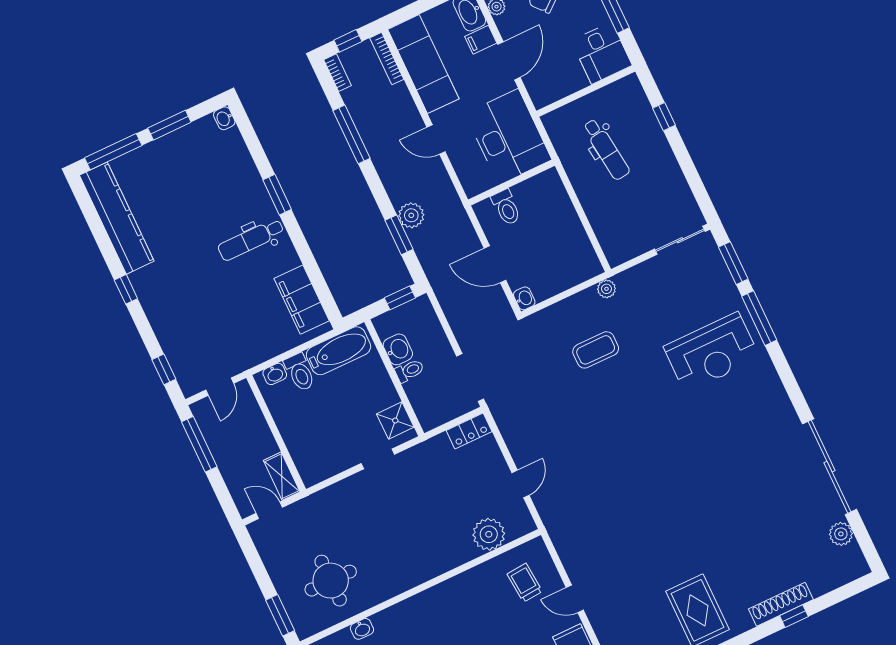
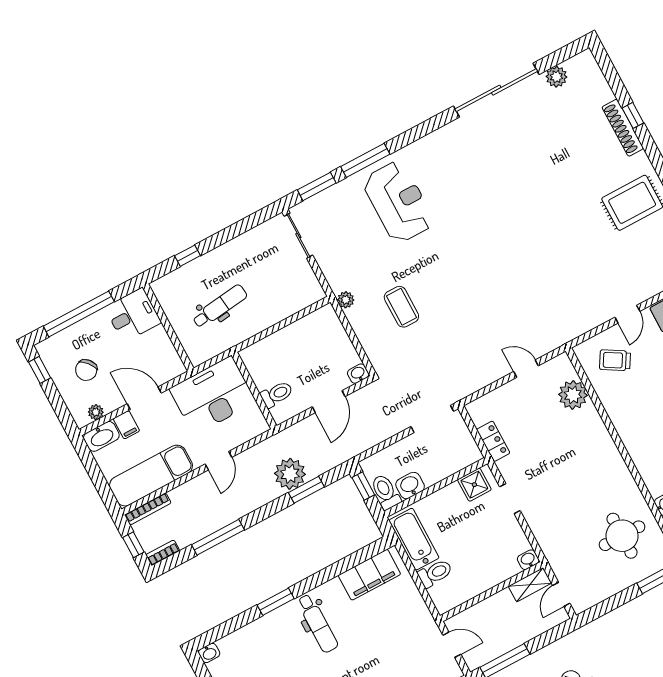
plant: (411, 215) -> (290, 474), width x1.36, depth x1.36
toilet: (409, 371) -> (386, 492), moved, width x1.37, depth x1.39
washbasin: (275, 374) -> (528, 560), moved, turned -90
locker: (469, 431) -> (493, 441), moved
trolley: (525, 583) -> (615, 360), turned 36

